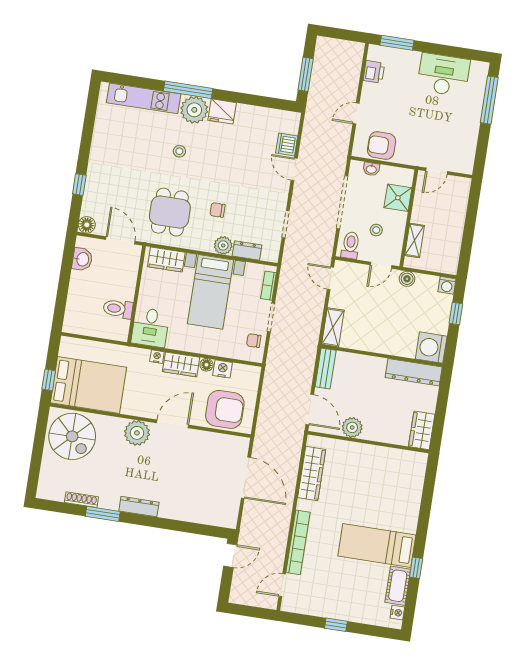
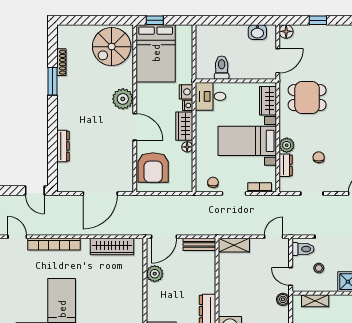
chair: (217, 210) -> (319, 157), moved
nightstand: (223, 369) -> (186, 92), moved
dresser: (139, 507) -> (63, 146), moved

